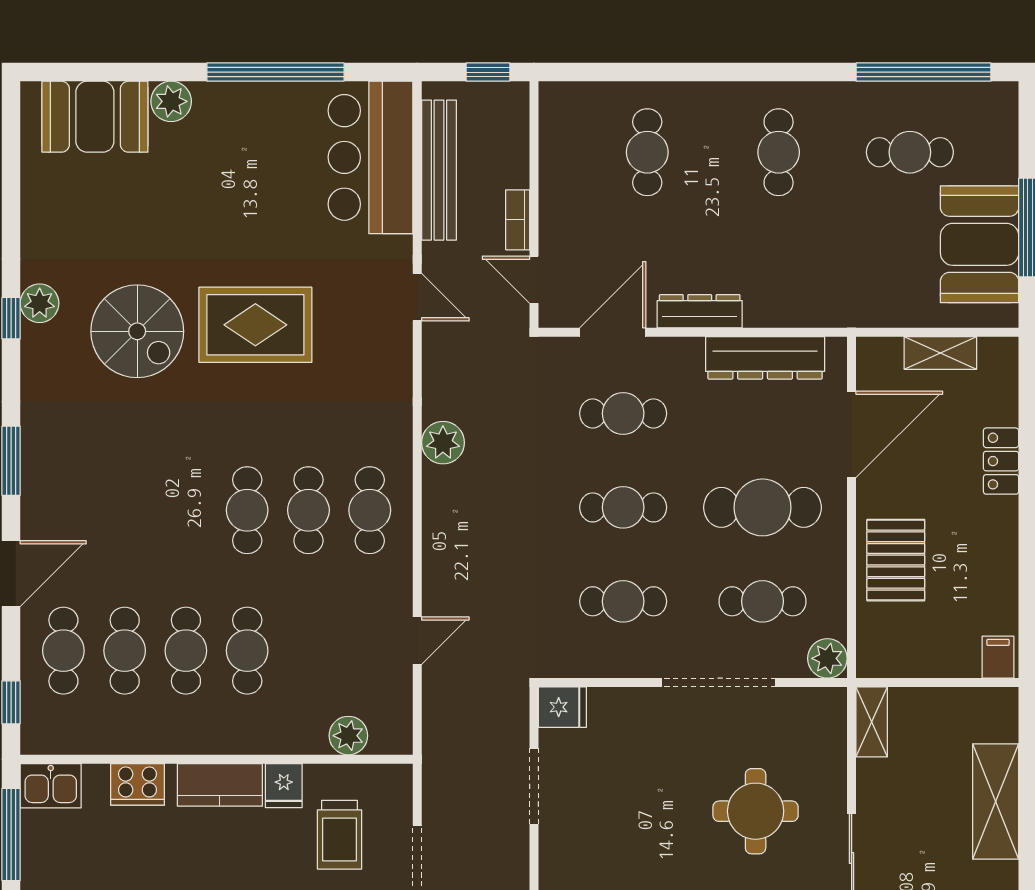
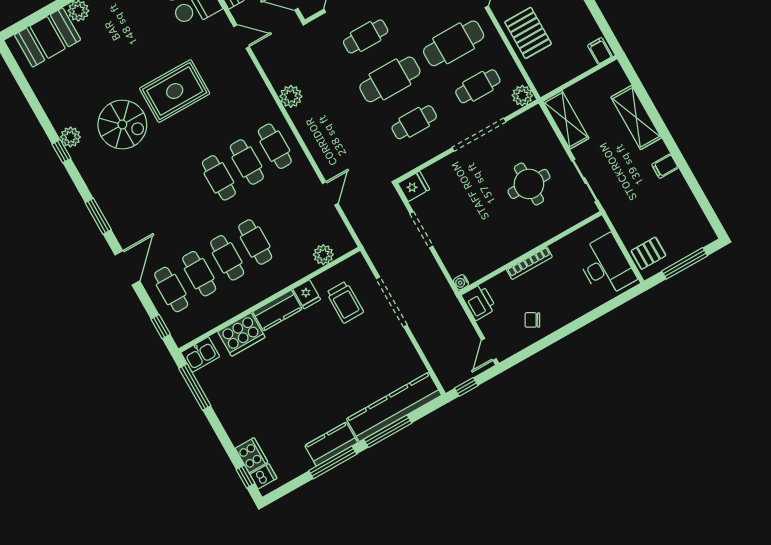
cafe table: (623, 507) -> (390, 79), width x1.37, depth x1.35
shelving: (872, 722) -> (566, 120), width x1.50, depth x1.33
cooker: (138, 784) -> (241, 334), width x1.37, depth x1.31

